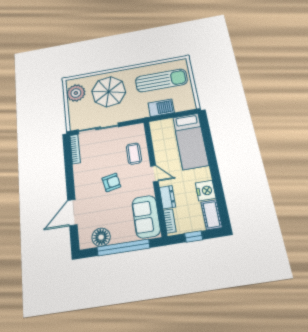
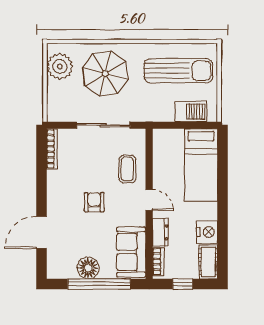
barbecue: (161, 108) -> (191, 111), moved
sliding door: (98, 128) -> (103, 125), moved
armchair: (111, 182) -> (94, 202), turned -79
floor lamp: (101, 237) -> (88, 268), moved

